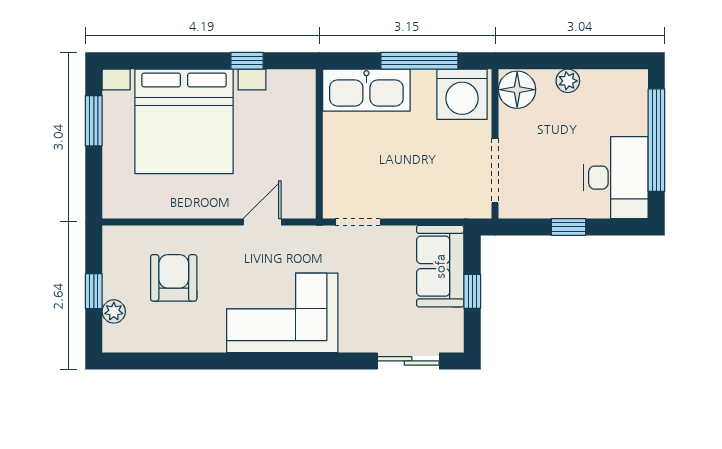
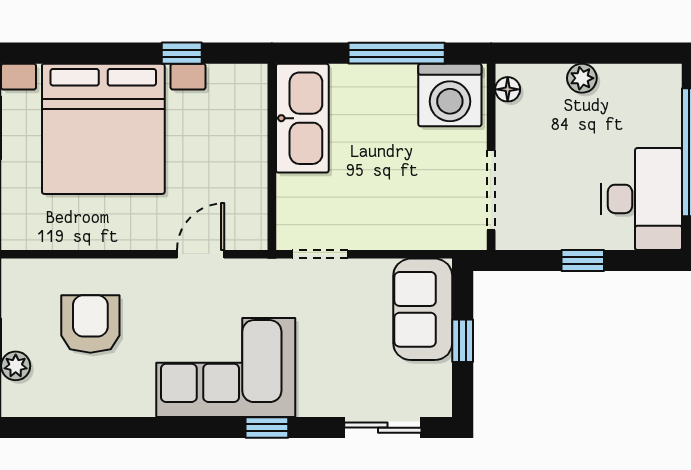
kitchen sink: (366, 90) -> (302, 118), moved, turned -90
floor lamp: (517, 90) -> (508, 89), width x0.53, depth x0.53
window: (315, 361) -> (267, 428), added

